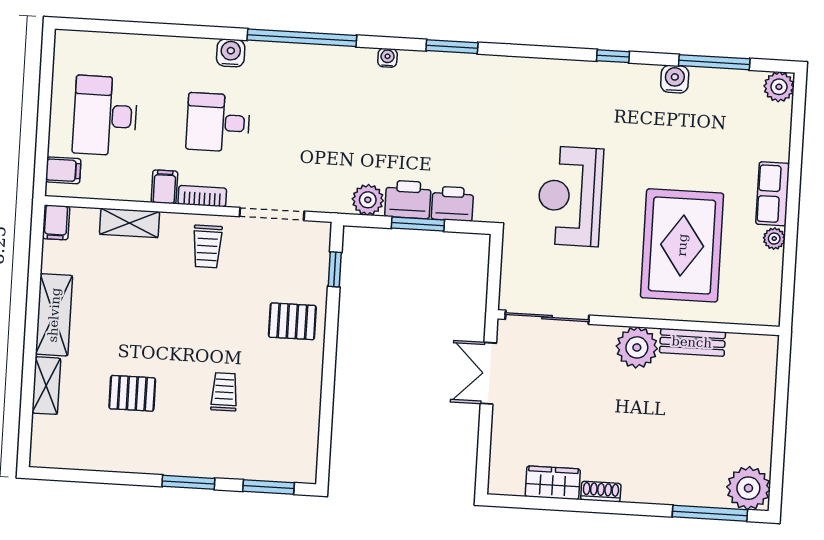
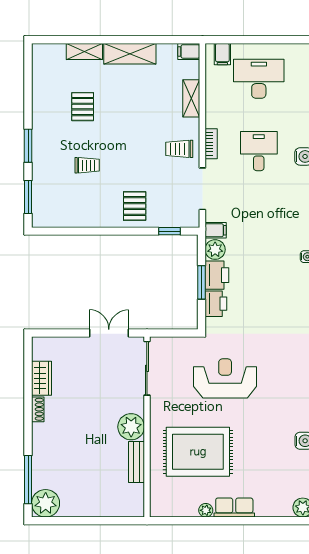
filing cabinet: (164, 187) -> (216, 230), moved

